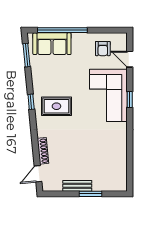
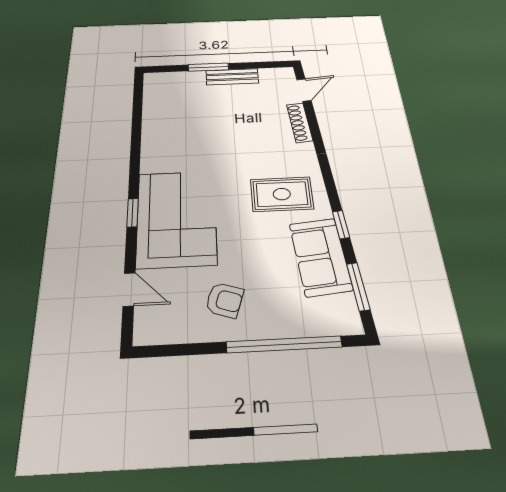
sofa: (52, 44) -> (320, 257), moved, turned -96
armchair: (103, 49) -> (224, 300), moved, turned 108
window: (31, 102) -> (341, 225), moved

